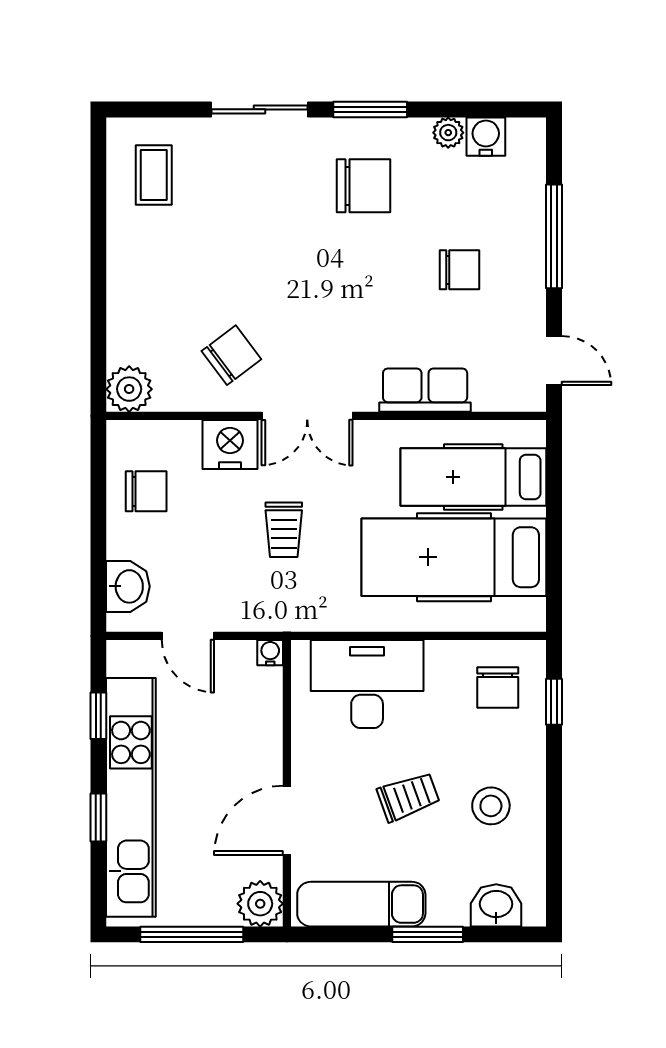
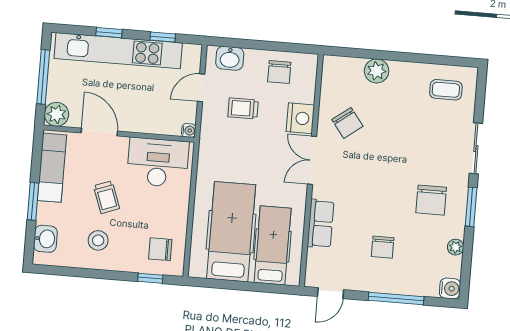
water cooler: (486, 137) -> (450, 288), moved
plant: (129, 389) -> (377, 71), moved
trolley: (284, 530) -> (243, 108), moved
desk: (367, 684) -> (158, 162), moved, turned -90

